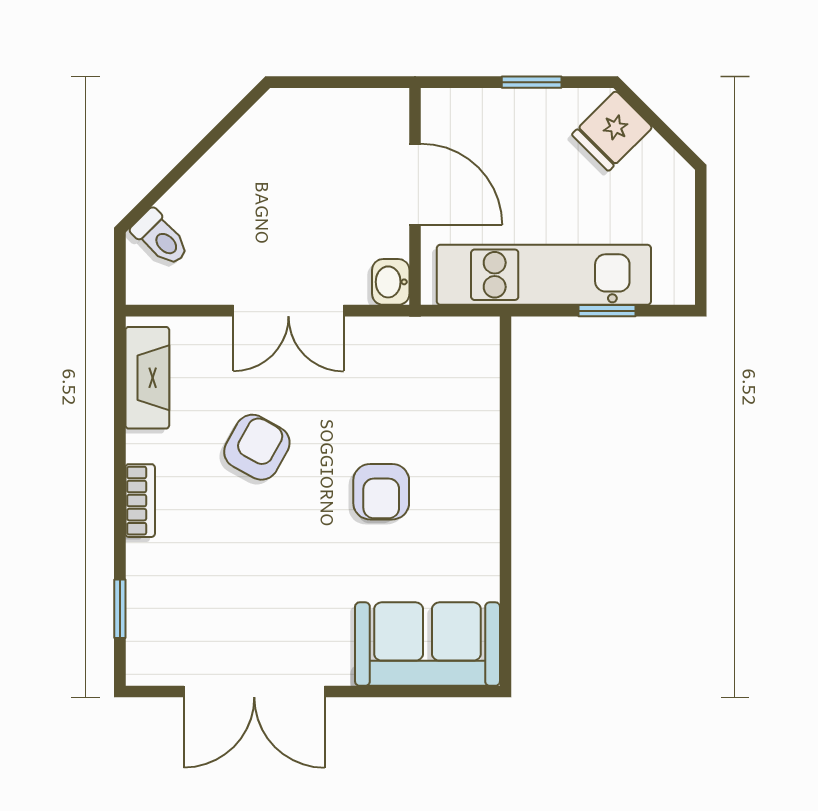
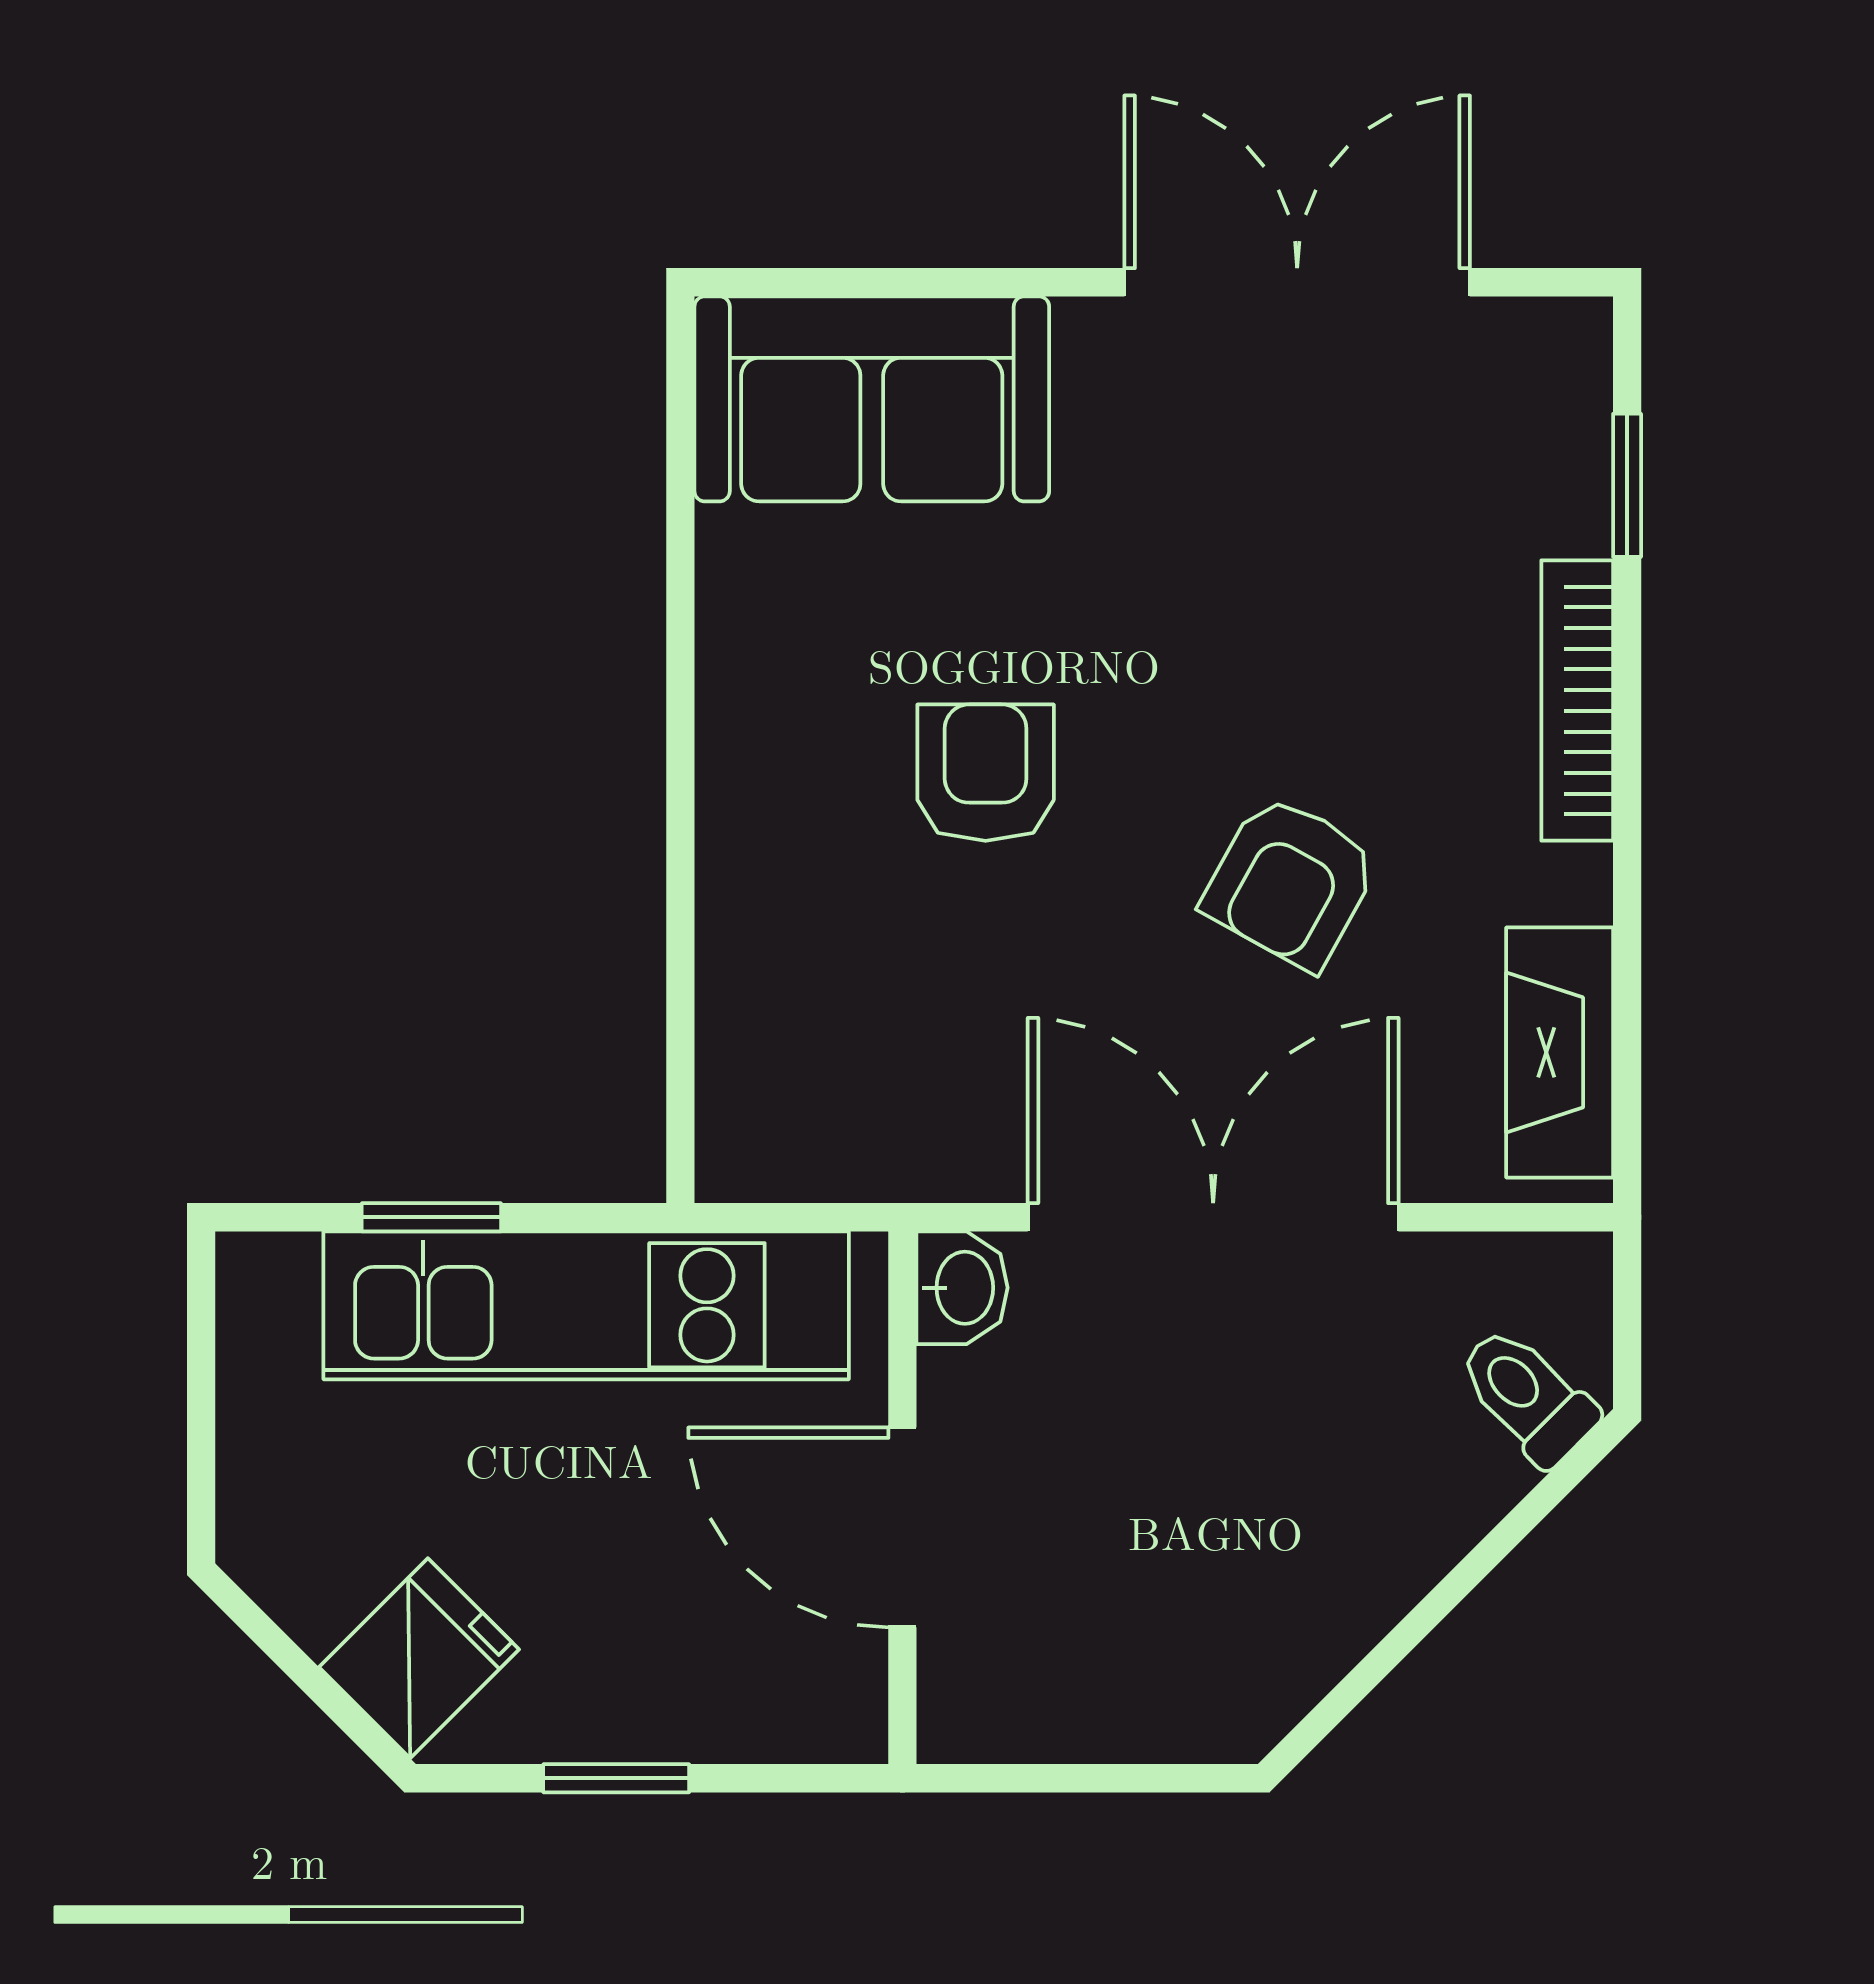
double door: (288, 311) -> (1213, 1217), width x1.37
bookcase: (140, 501) -> (1577, 700), width x1.56

